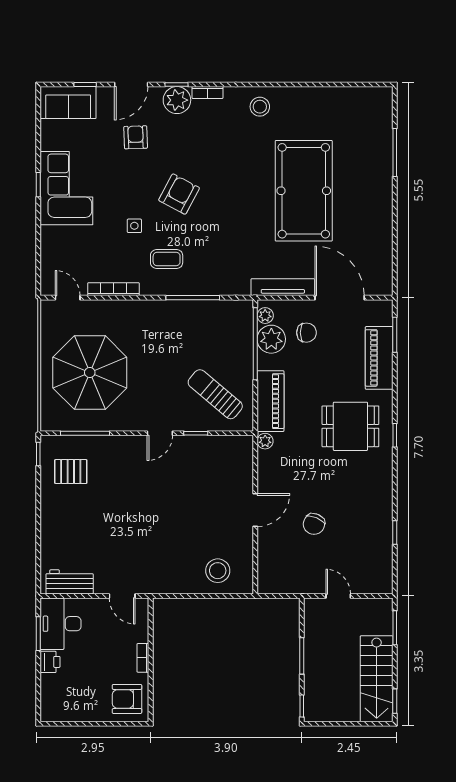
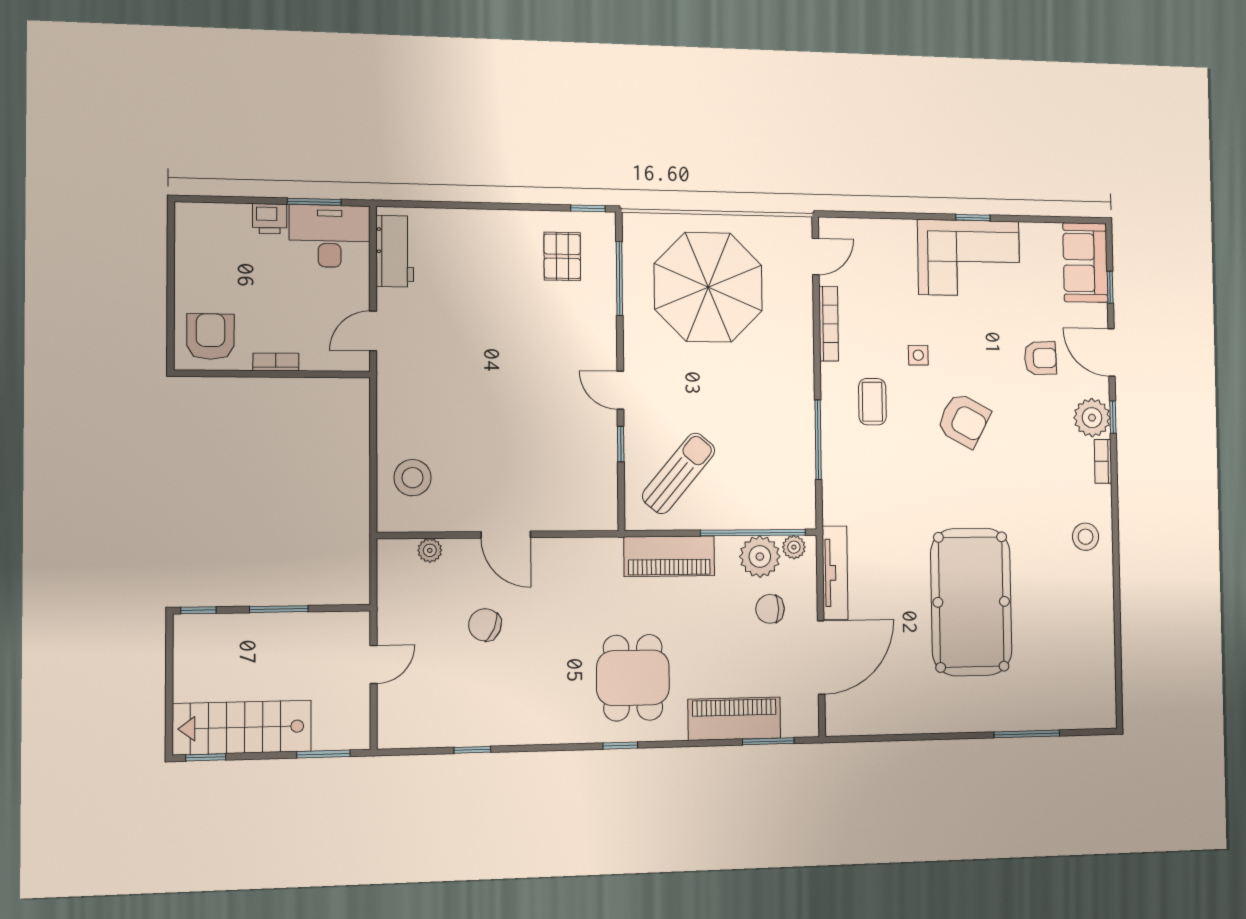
pool table: (304, 191) -> (971, 602), turned 90
chair: (306, 333) -> (770, 609), turned 90
plant: (265, 441) -> (430, 550), moved

